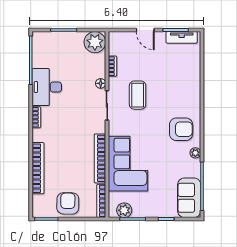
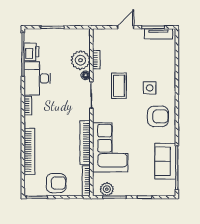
door: (145, 30) -> (126, 27), swing flipped
plant: (95, 42) -> (80, 60), moved
printer: (40, 57) -> (31, 52), added
side table: (172, 98) -> (150, 88), added
plant: (195, 153) -> (171, 138), removed
sofa: (189, 198) -> (165, 161), moved
armchair: (68, 203) -> (56, 183), turned 89

